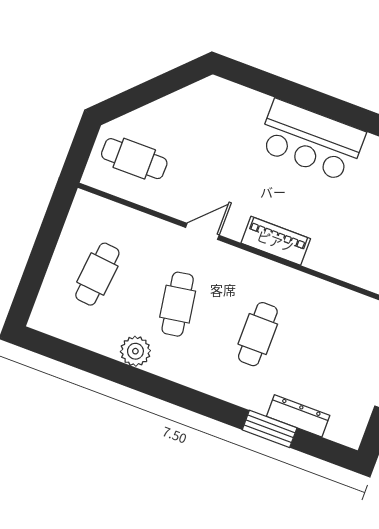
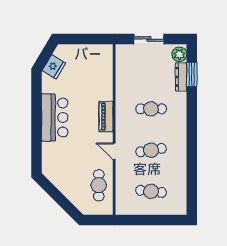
cafe table: (134, 159) -> (99, 185), moved
plant: (135, 351) -> (179, 54), moved
window: (270, 429) -> (192, 75), moved

